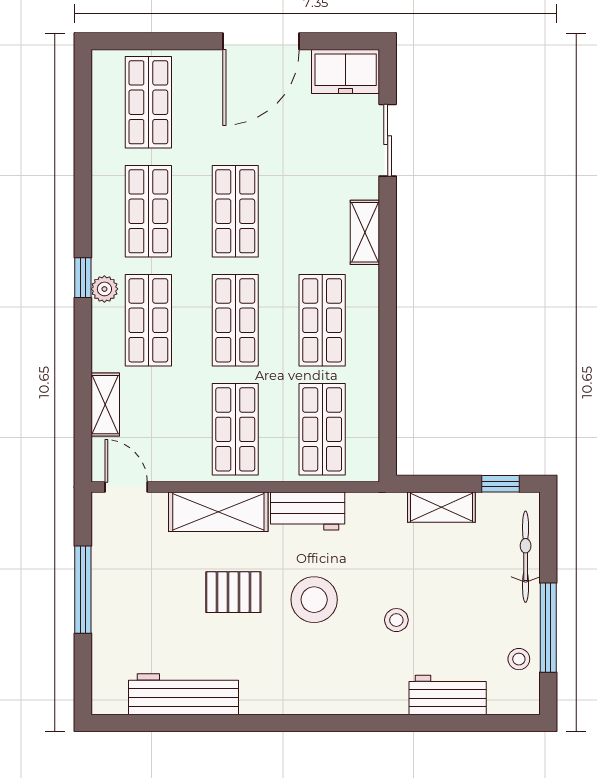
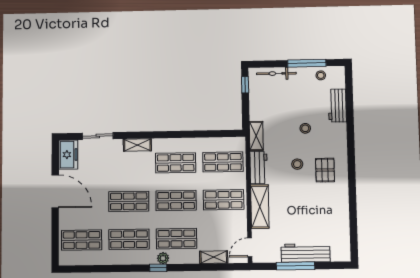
shelving: (441, 507) -> (256, 136), moved
pallet: (233, 592) -> (325, 170), moved
stool: (314, 600) -> (297, 164), width x0.53, depth x0.53
workbench: (183, 694) -> (305, 253), moved, turned 90

